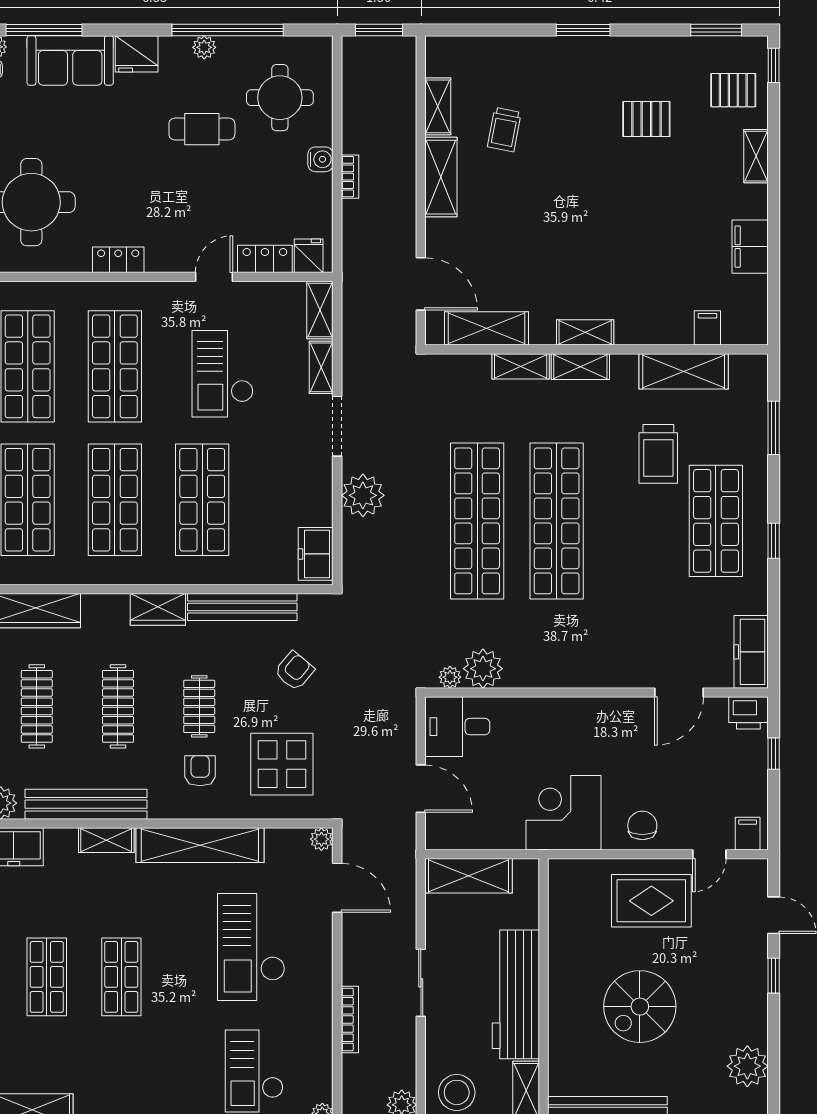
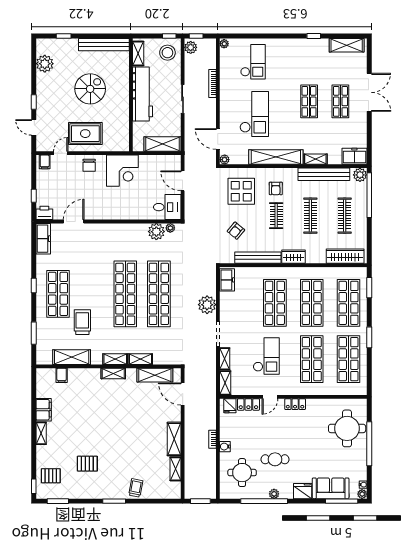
trolley: (504, 130) -> (136, 488), moved
shelving: (756, 156) -> (41, 433), moved
locker: (118, 260) -> (295, 404), moved

